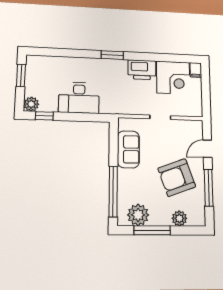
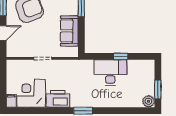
plant: (31, 104) -> (149, 101), moved
window: (44, 116) -> (121, 56), moved

